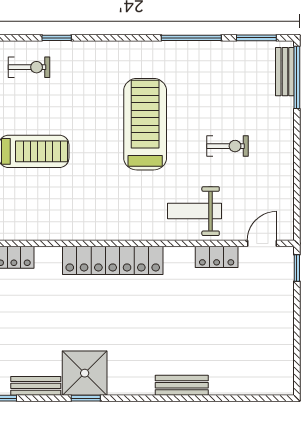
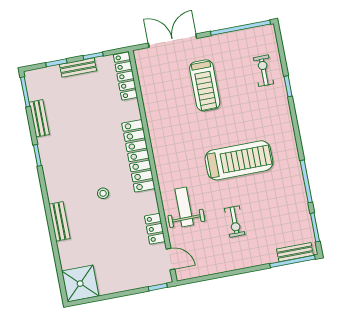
exercise bike: (29, 67) -> (264, 71), turned 180
stool: (155, 318) -> (103, 193), added
shower: (85, 373) -> (80, 284), moved

